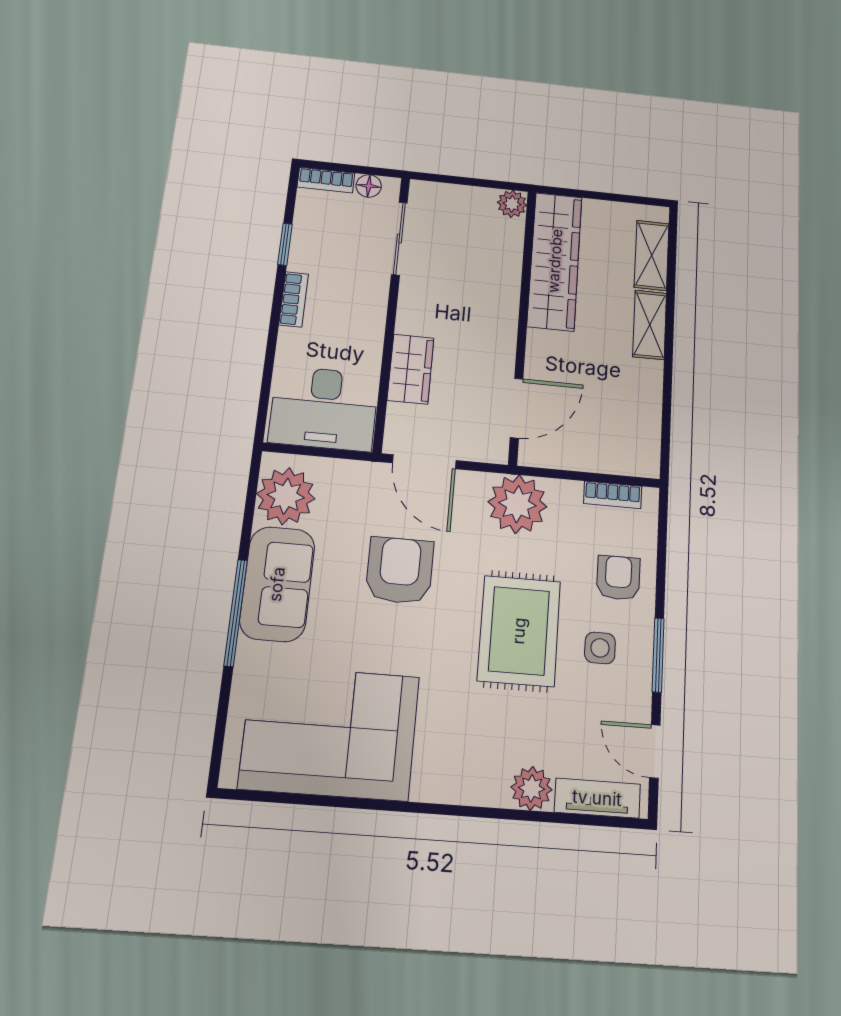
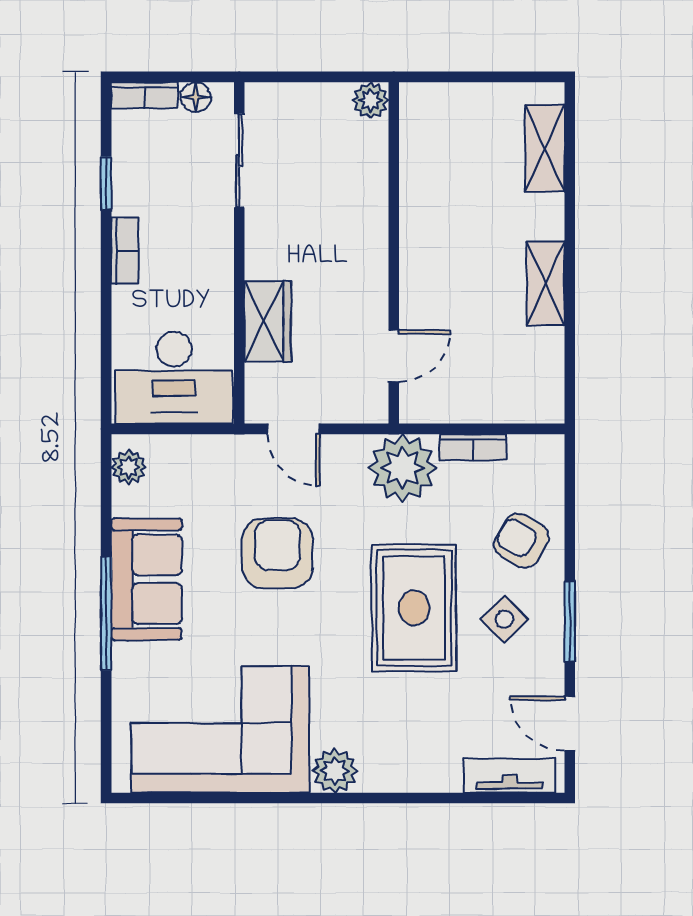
wardrobe: (555, 261) -> (427, 169), removed
shelving: (650, 325) -> (546, 284), moved
door: (517, 408) -> (394, 356), width x0.73
door: (424, 462) -> (293, 429), width x0.73
bookcase: (613, 495) -> (473, 447), moved
plant: (286, 496) -> (129, 467), width x0.53, depth x0.53
armchair: (618, 578) -> (522, 541), turned -59
side table: (600, 648) -> (505, 619), turned 45
plant: (532, 788) -> (335, 771), moved

